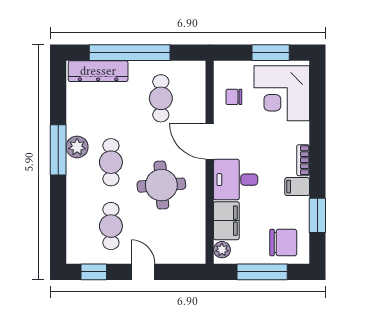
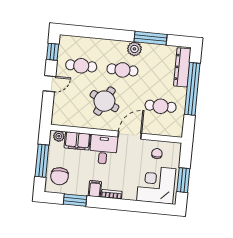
window: (58, 150) -> (151, 38), moved
round table: (161, 185) -> (104, 101), turned 31

